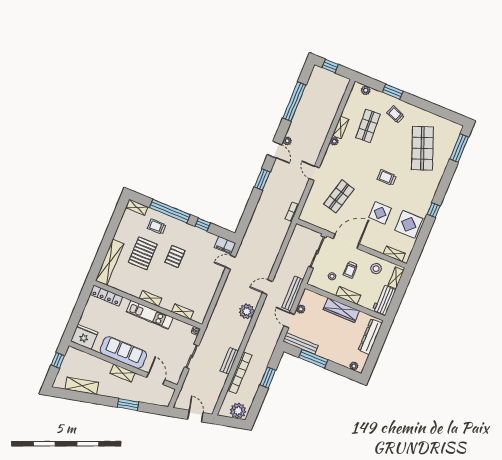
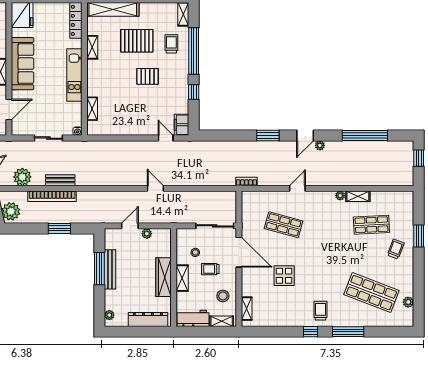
plant: (366, 90) -> (408, 302), moved
shop shelf: (422, 148) -> (371, 293), turned 42
window: (459, 148) -> (348, 332), moved
trolley: (387, 178) -> (321, 311), moved
display table: (409, 224) -> (284, 311), removed
bench: (293, 293) -> (160, 218), removed
shelving: (150, 298) -> (92, 47), moved
plant: (247, 311) -> (22, 177), moved
bench: (301, 343) -> (110, 269), moved

